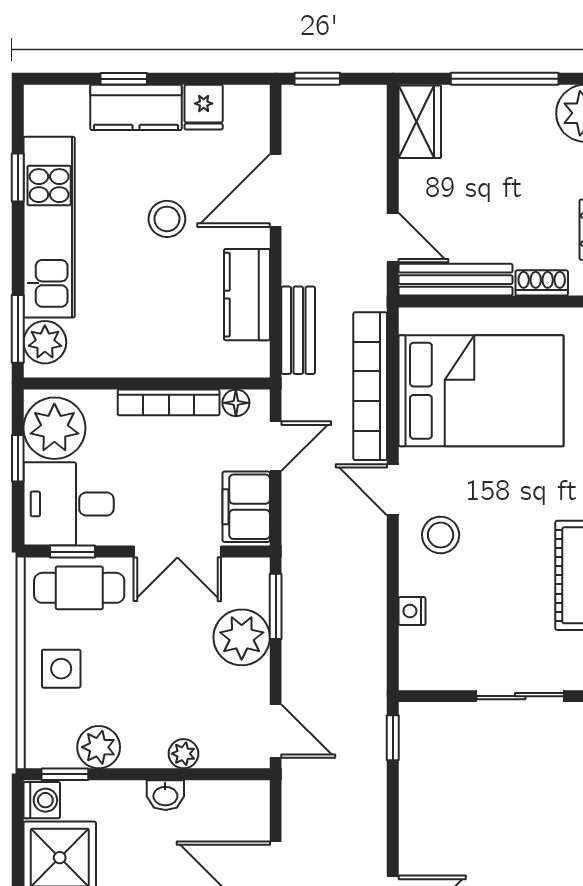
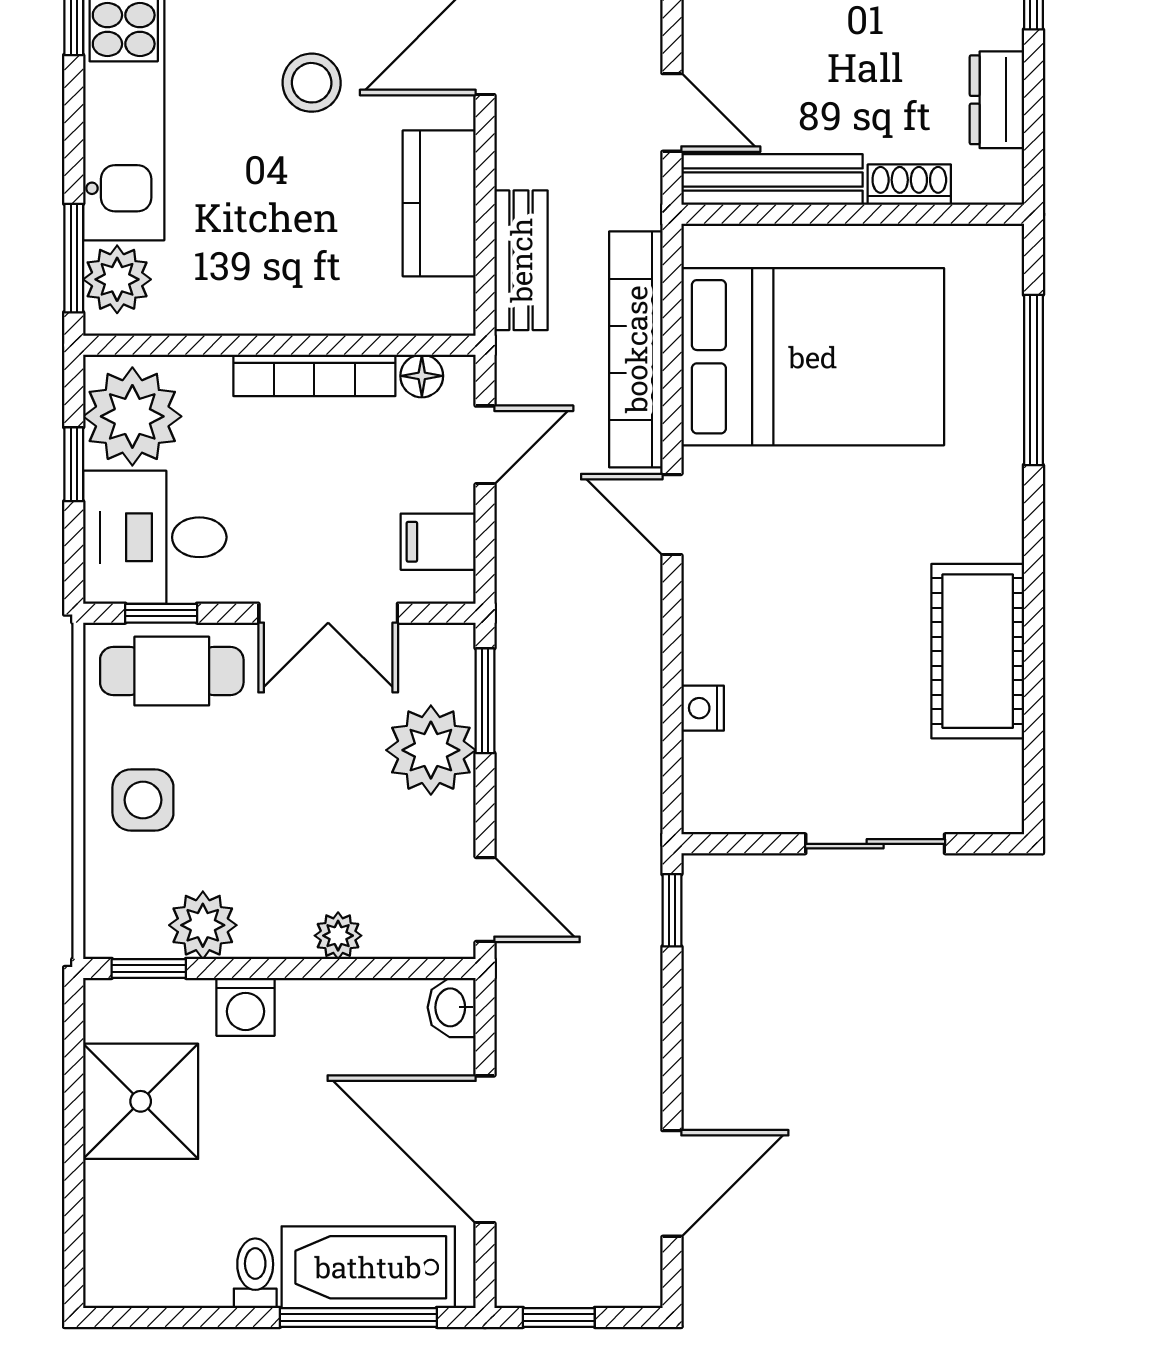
filing cabinet: (246, 507) -> (438, 542), width x0.50
stool: (441, 535) -> (748, 587), removed
washbasin: (165, 795) -> (452, 1007), moved, turned 90
washing machine: (42, 800) -> (246, 1007), moved, turned 90

